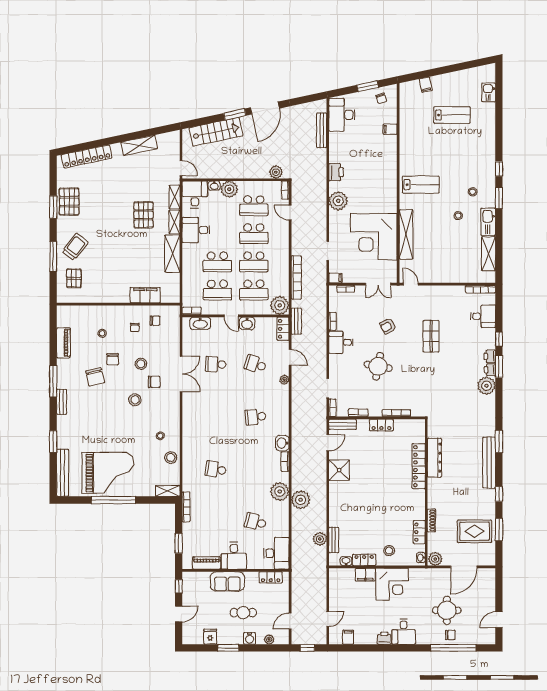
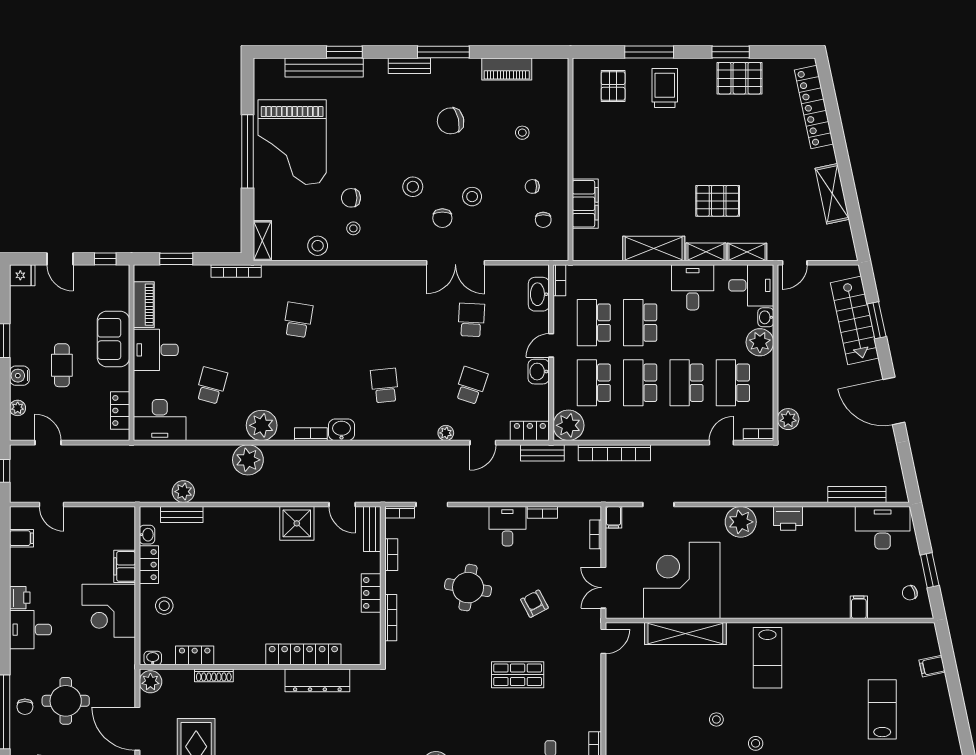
window: (235, 114) -> (877, 320), moved
lab bench: (452, 115) -> (882, 709), turned 180
trolley: (75, 247) -> (665, 88), turned -128
pallet: (74, 278) -> (613, 86), turned 90
chair: (113, 359) -> (351, 198), moved
bench: (63, 473) -> (324, 67), moved
fridge: (210, 637) -> (22, 275), moved

